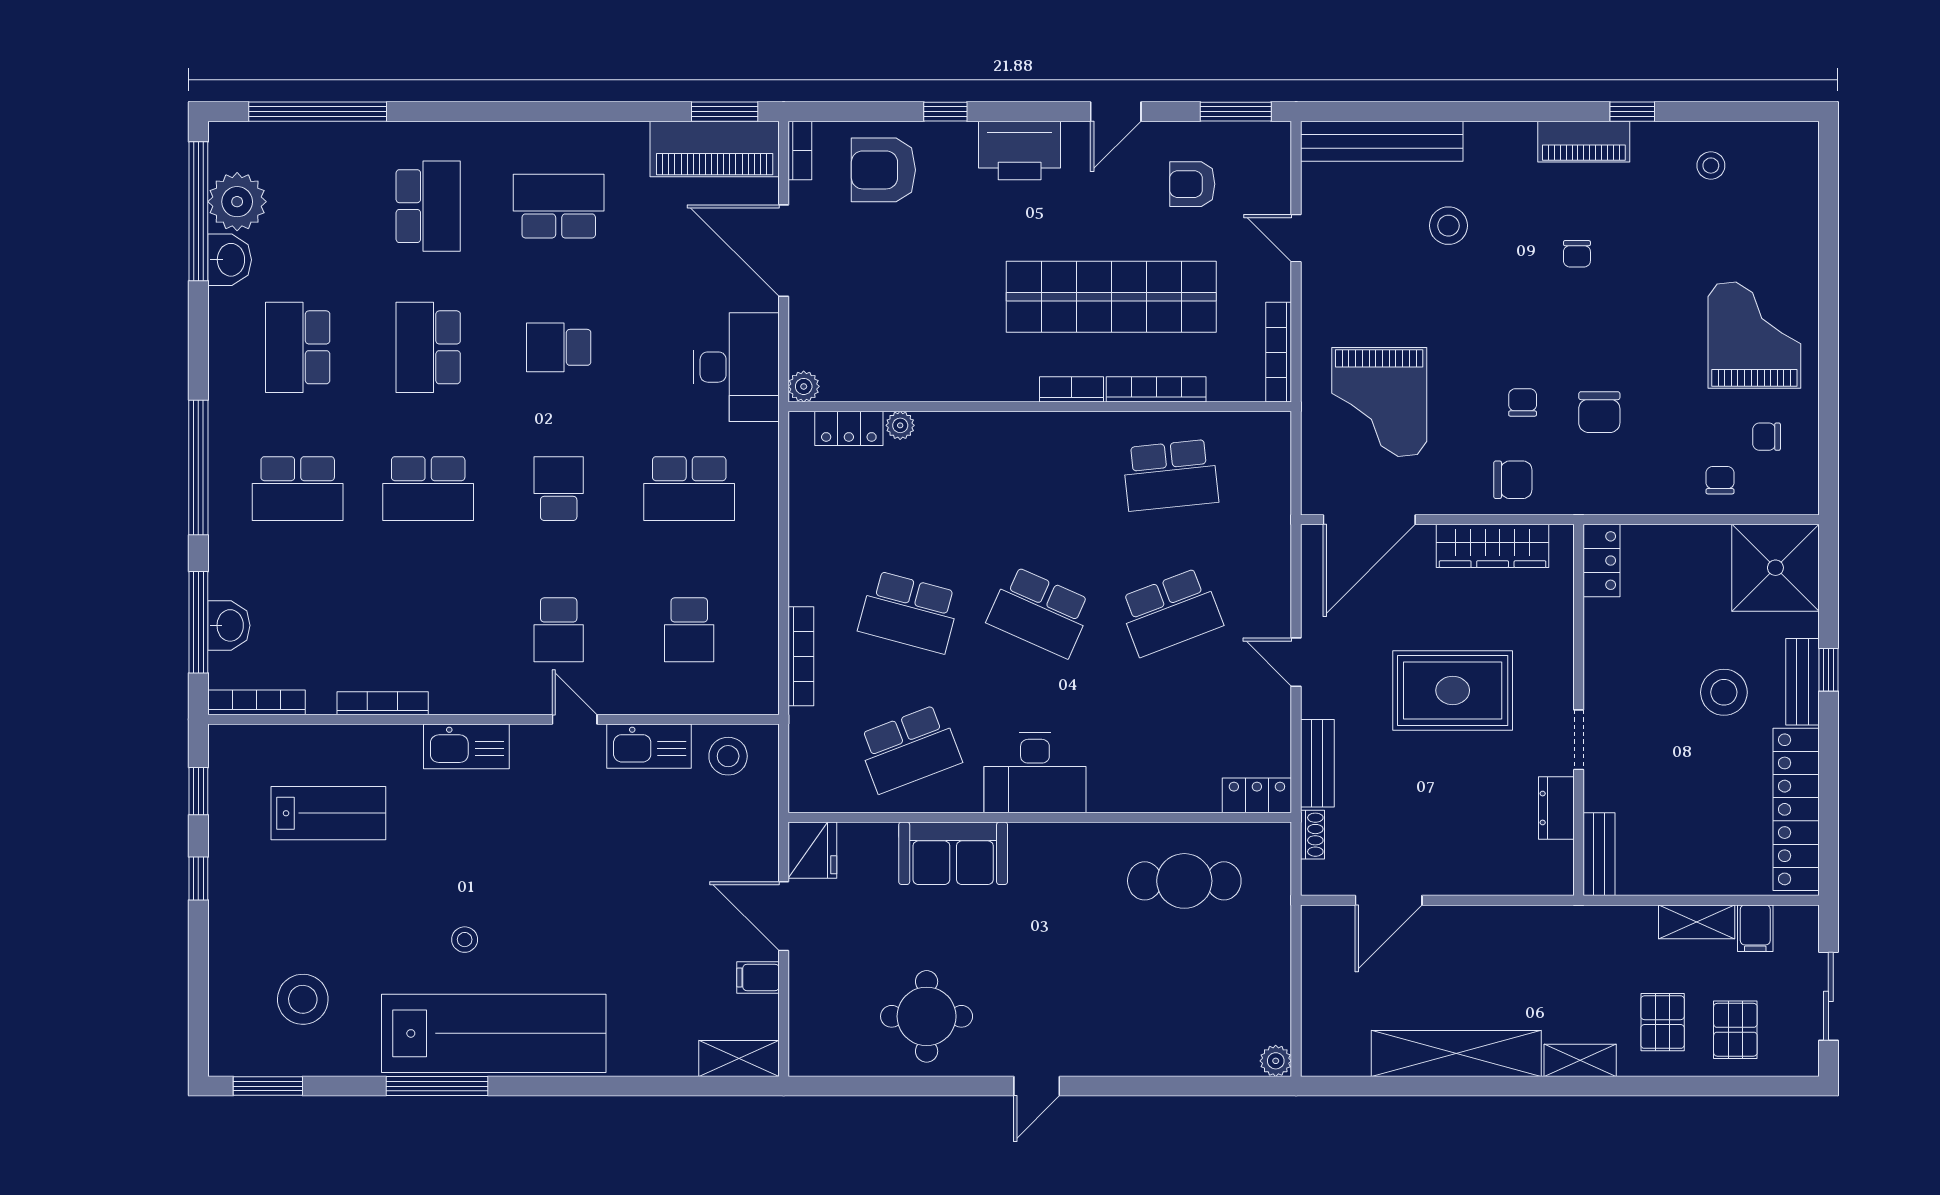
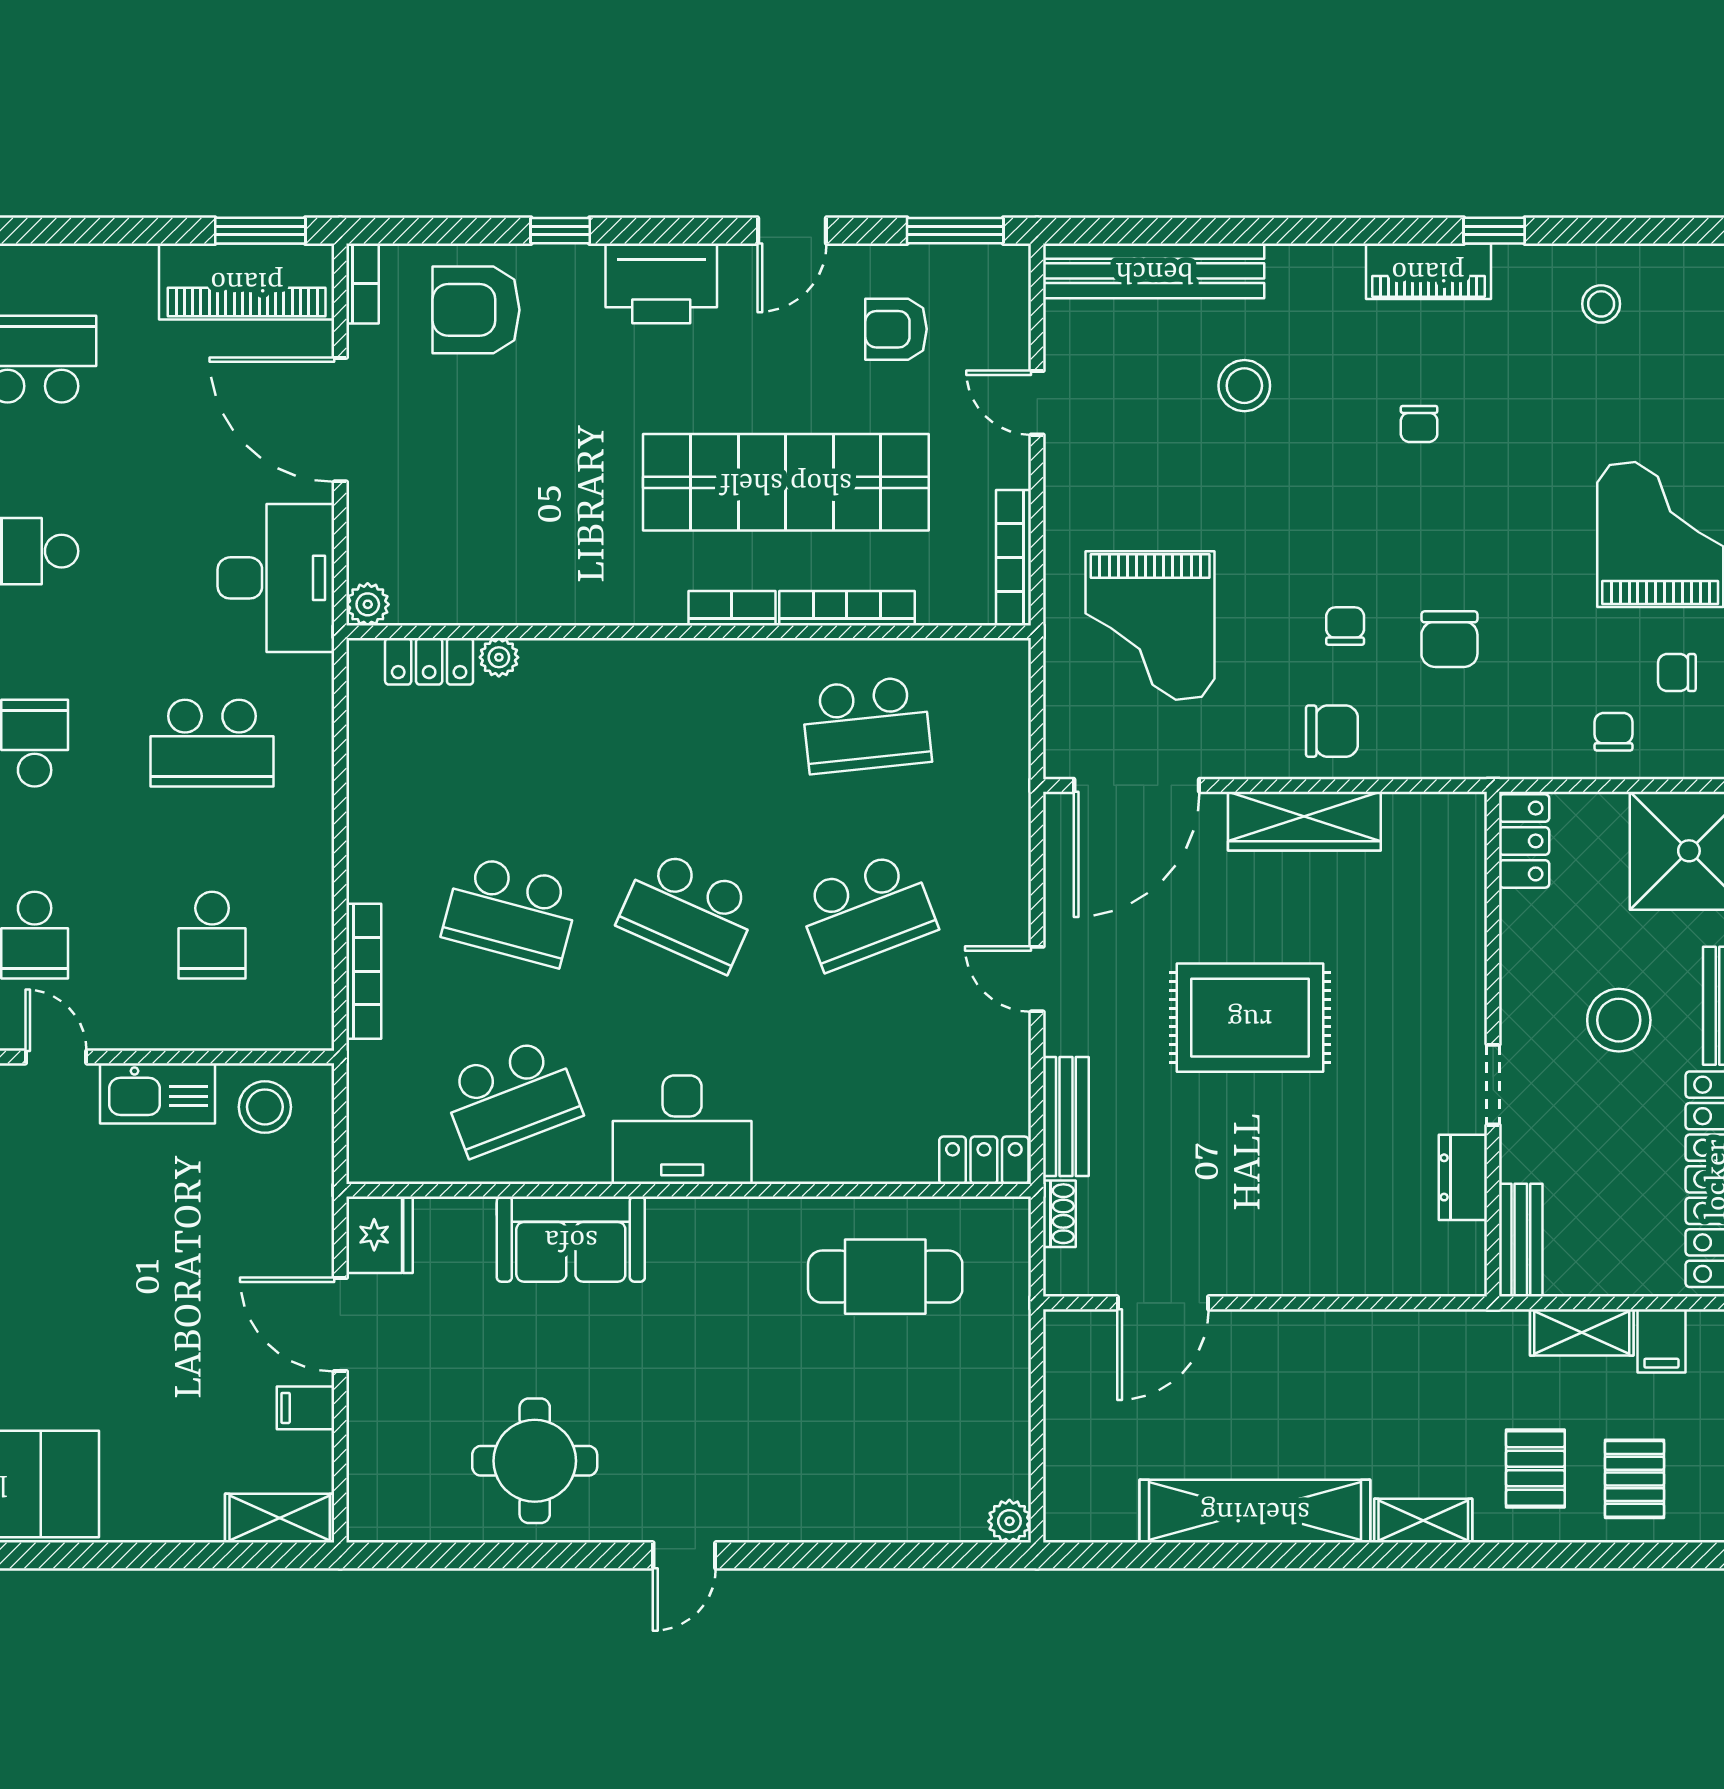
locker: (1601, 561) -> (1524, 841), moved
wall: (1579, 710) -> (1493, 1044), moved
doorway: (1579, 740) -> (1493, 1085), moved
dresser: (1556, 808) -> (1463, 1177), moved
bench: (1599, 854) -> (1521, 1240), moved

